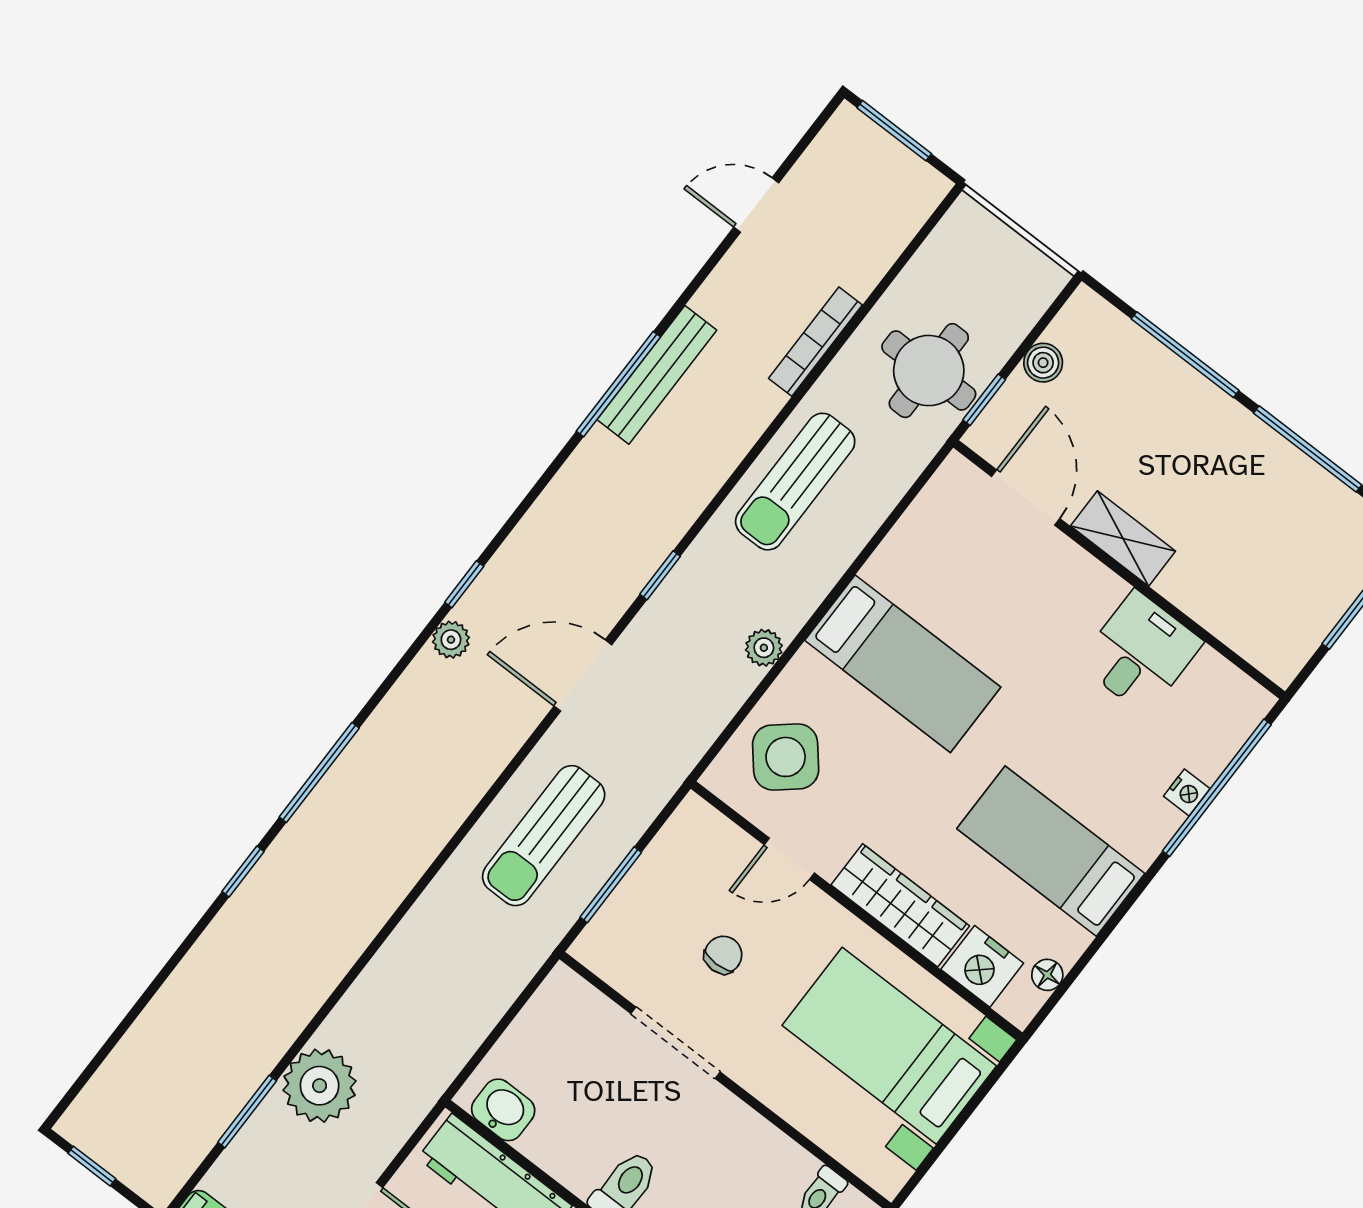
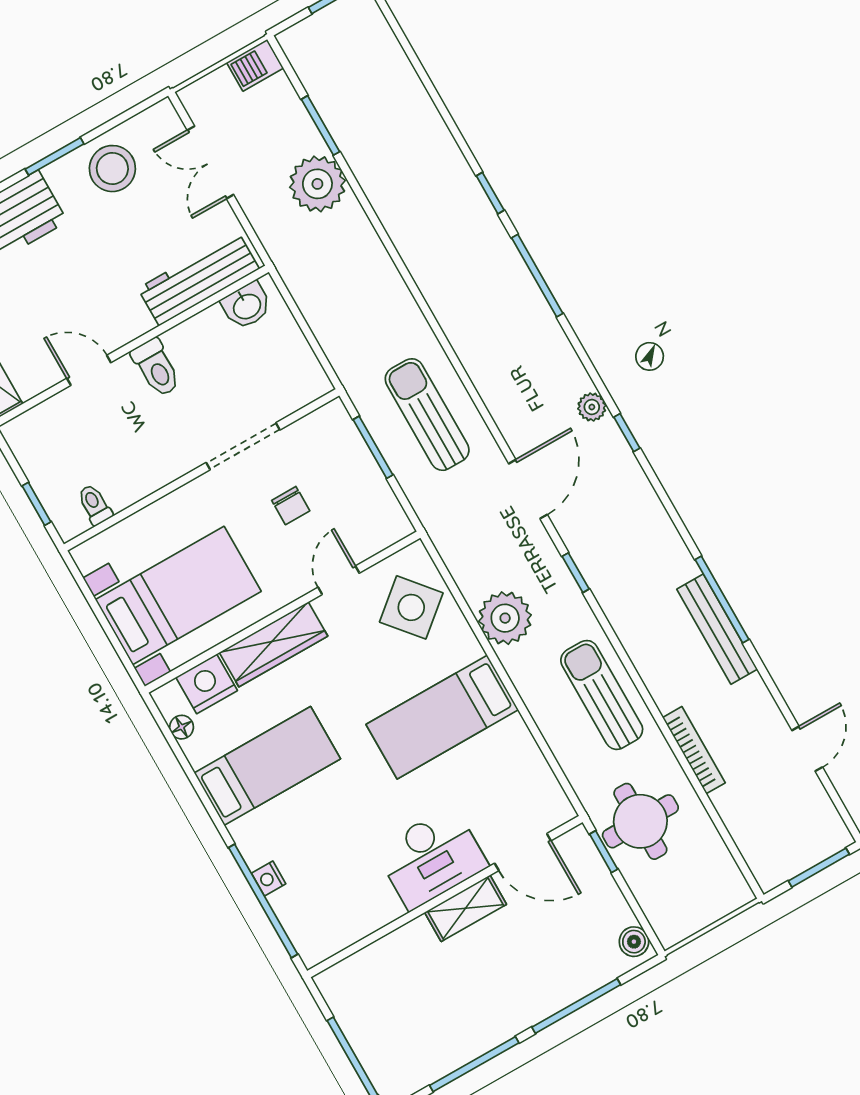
boiler: (1043, 363) -> (634, 942), moved
plant: (764, 648) -> (505, 618), width x1.88, depth x1.88
desk: (1140, 653) -> (432, 858), moved, width x1.37

